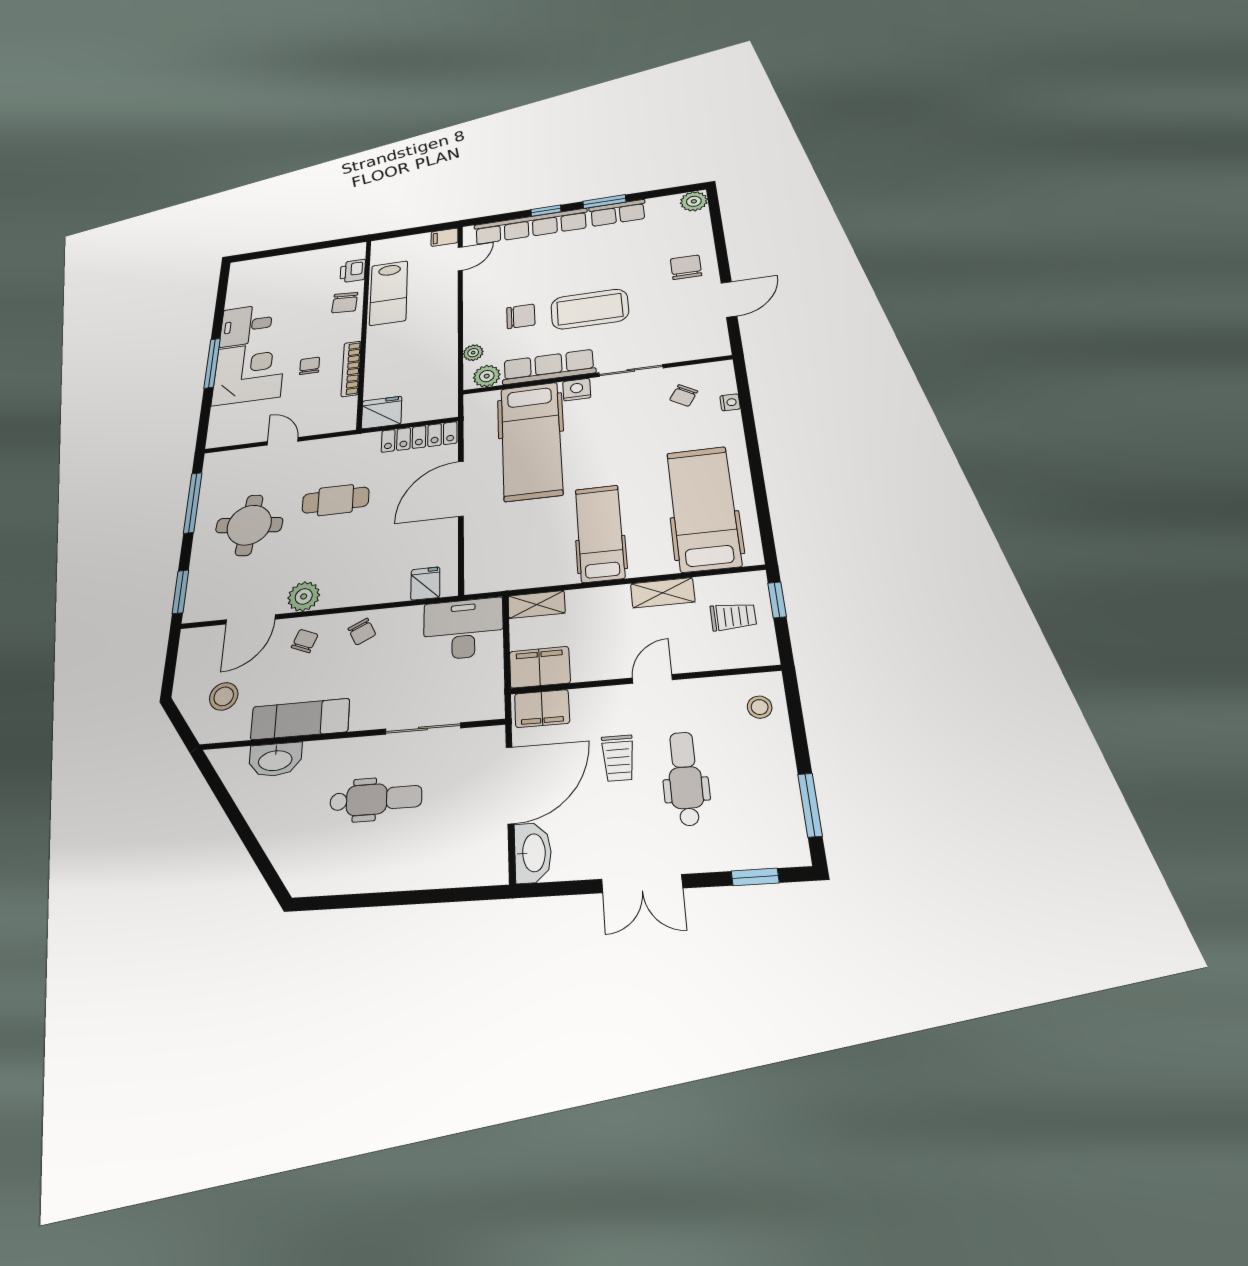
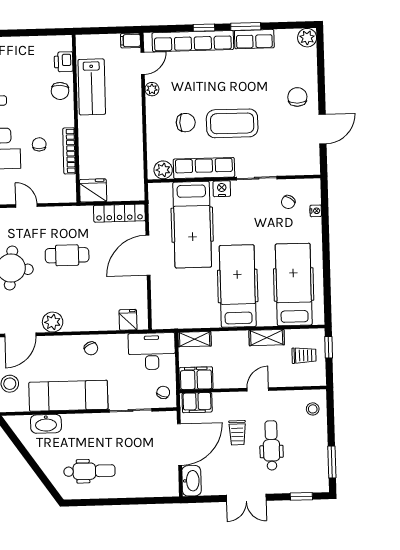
plant: (473, 353) -> (152, 89), moved
hospital bed: (600, 533) -> (238, 286), width x1.37, depth x1.29
chair: (305, 641) -> (163, 392), moved
exam couch: (300, 719) -> (68, 396), width x1.36, depth x1.45
dental chair: (376, 799) -> (89, 471), moved

